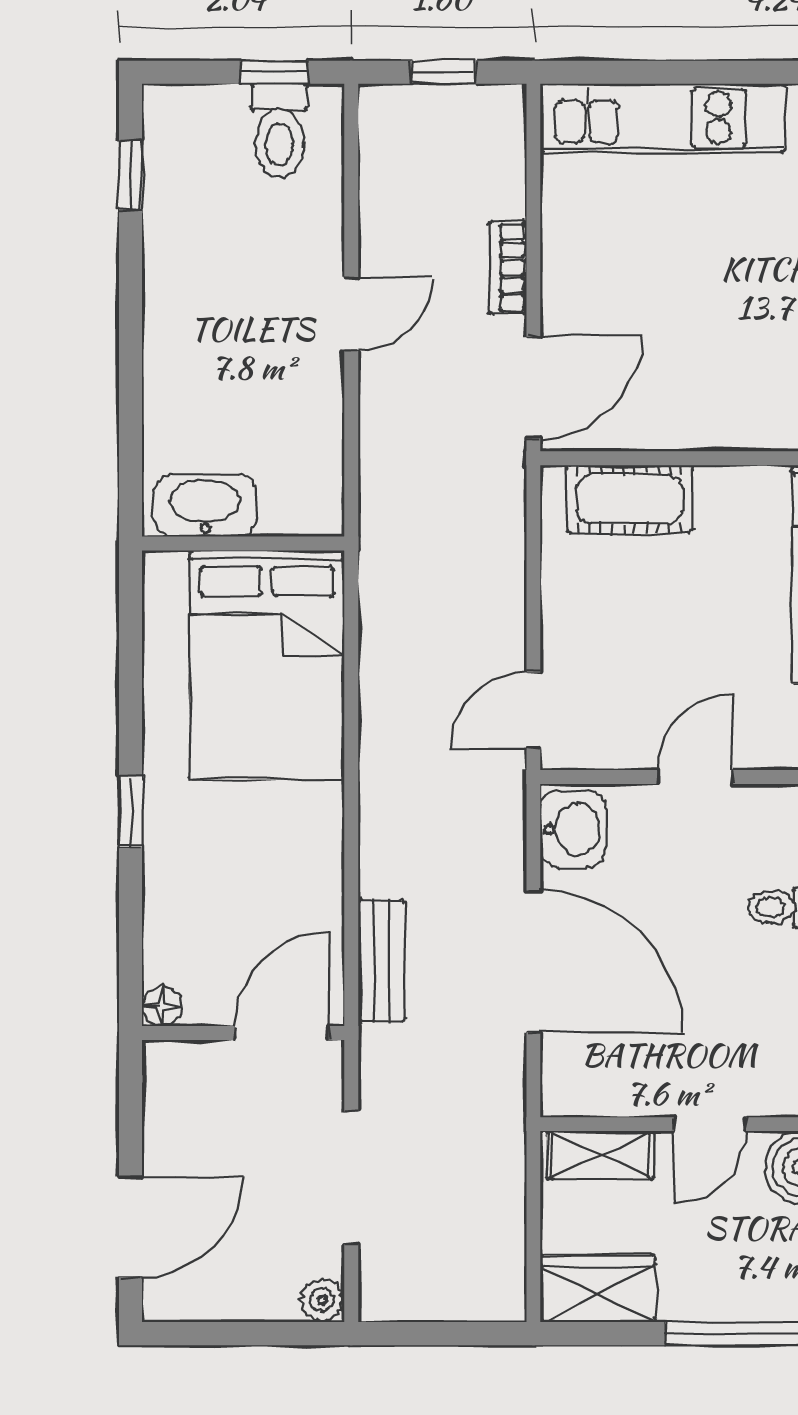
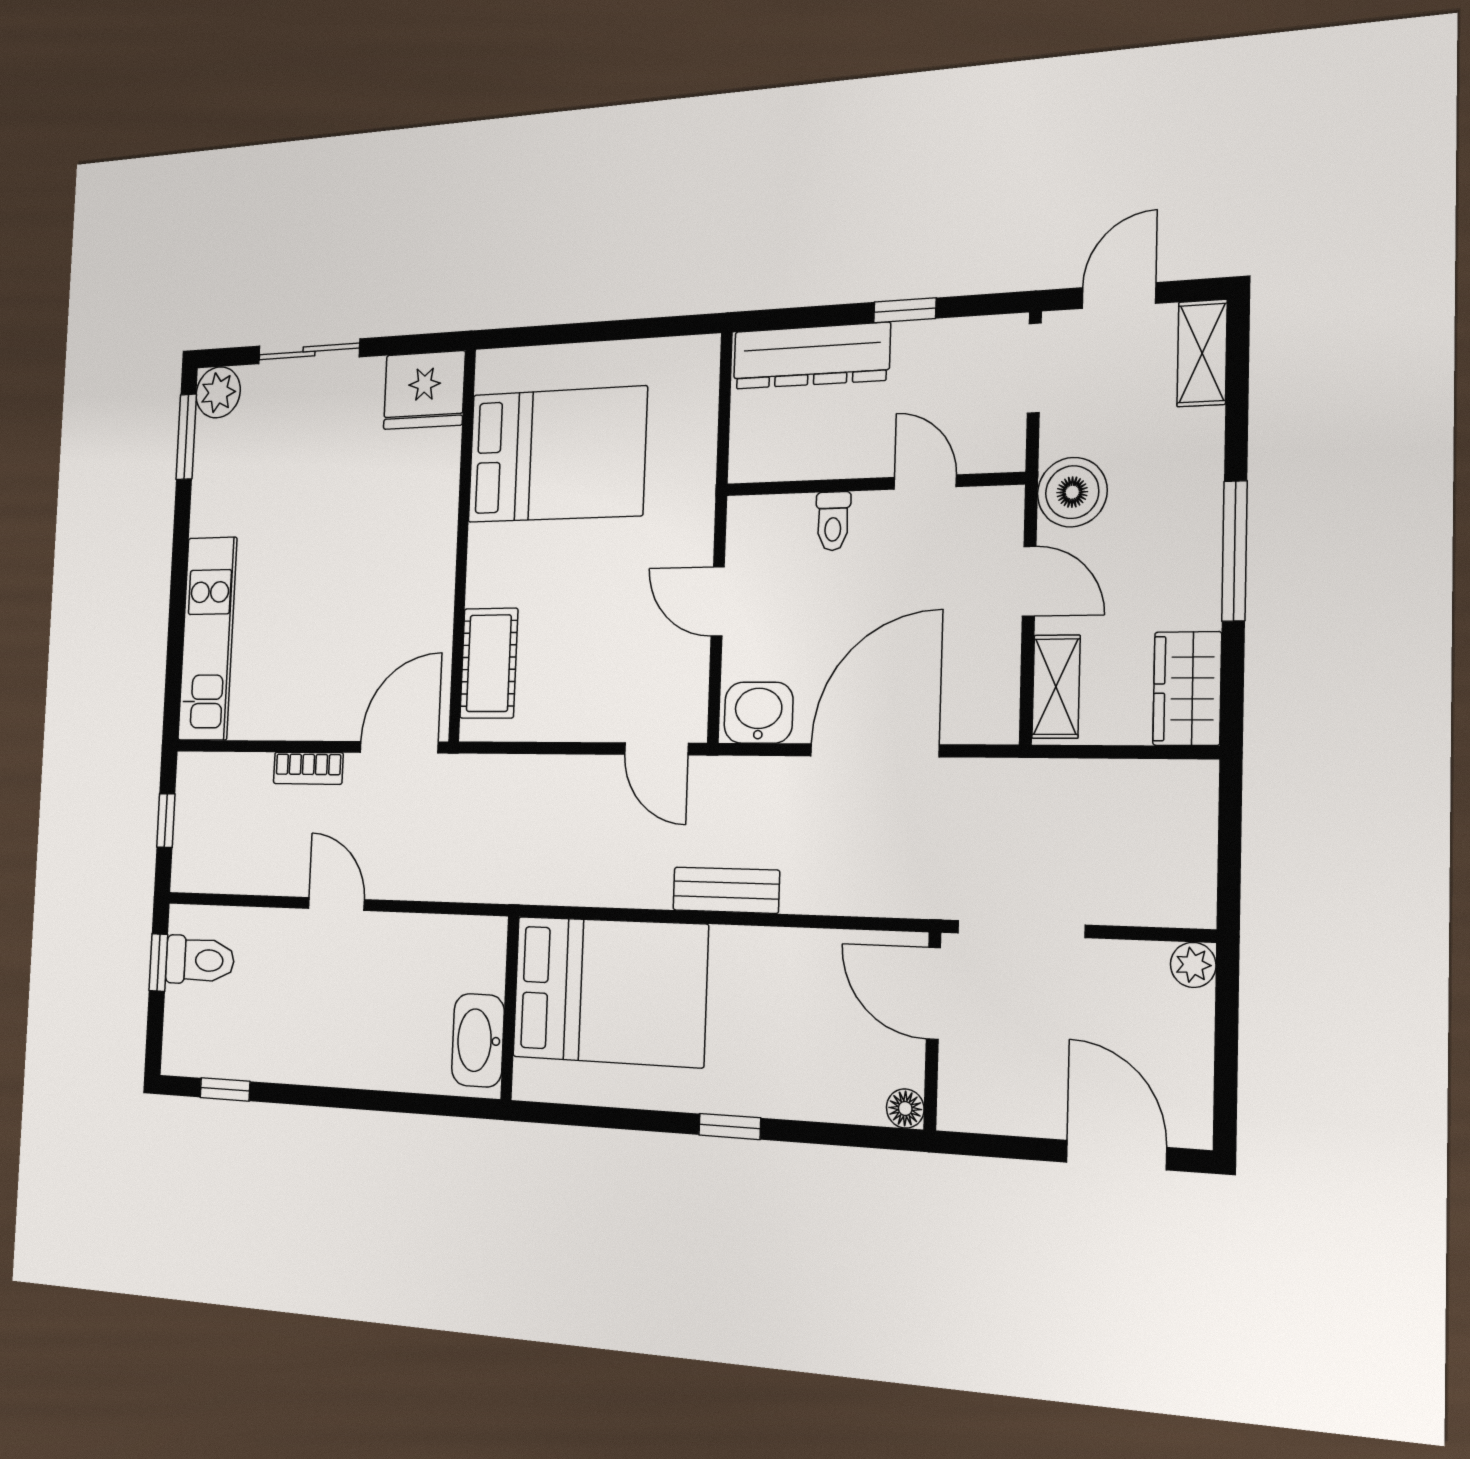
door: (533, 387) -> (399, 747), hinge flipped
bench: (381, 961) -> (726, 890), moved
doorway: (351, 1178) -> (1021, 929), moved

